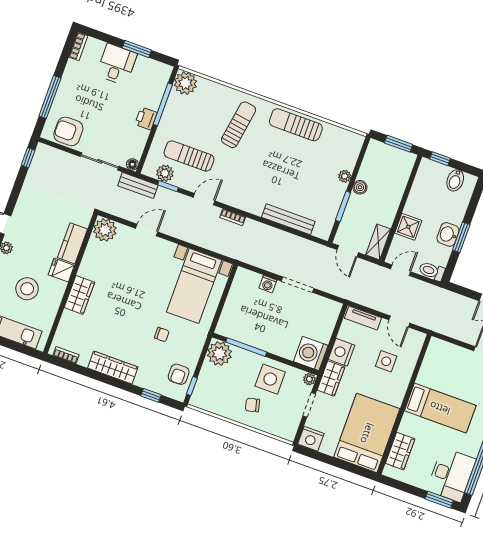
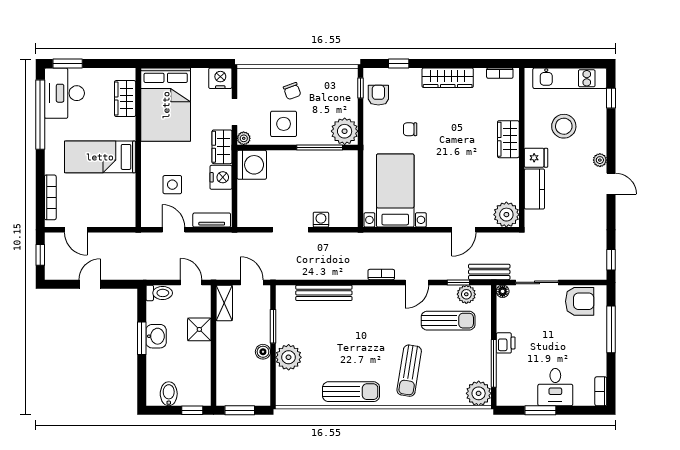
plant: (345, 176) -> (289, 357), width x1.88, depth x1.88
door: (401, 270) -> (191, 282), swing flipped
chair: (252, 405) -> (292, 91), turned 84

